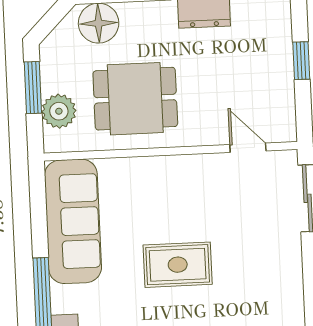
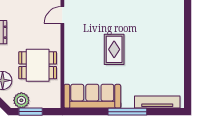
dining table: (135, 99) -> (38, 65), turned 90
plant: (59, 111) -> (21, 100), moved

